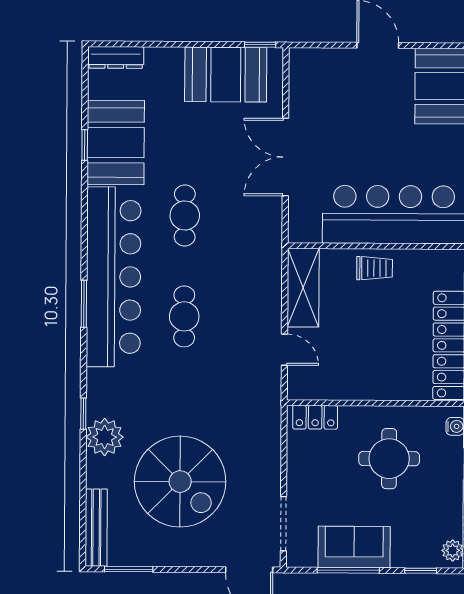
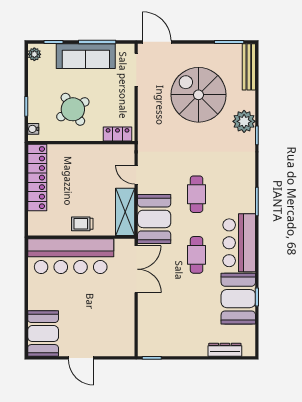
dresser: (116, 57) -> (225, 350), moved
booth: (226, 75) -> (154, 219), moved, turned 90
double door: (285, 157) -> (136, 269), moved
bar counter: (114, 277) -> (239, 243), width x0.54
round table: (389, 459) -> (73, 109), turned -32
sofa: (354, 547) -> (86, 56), width x1.36

